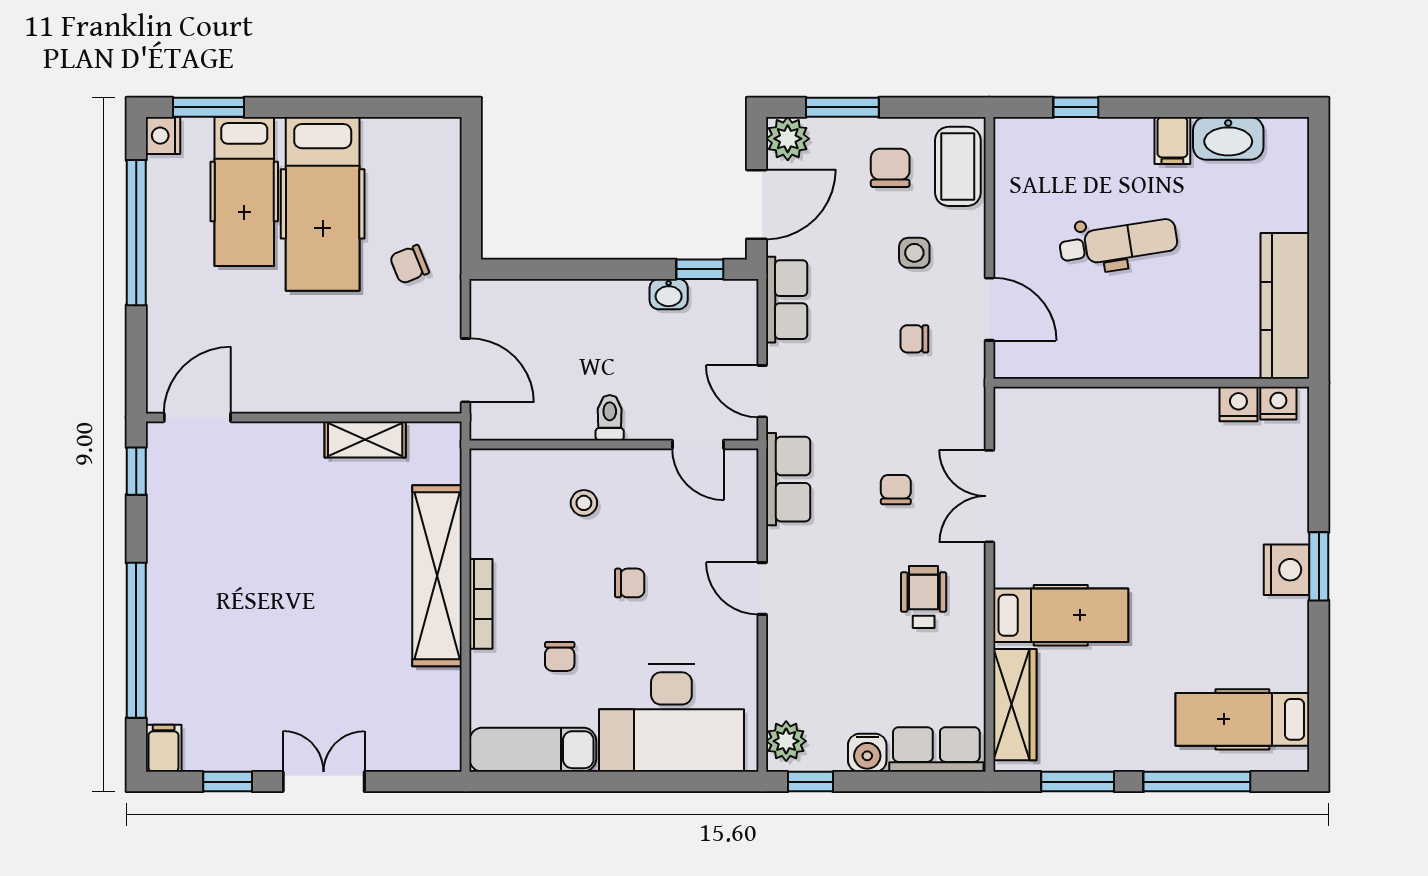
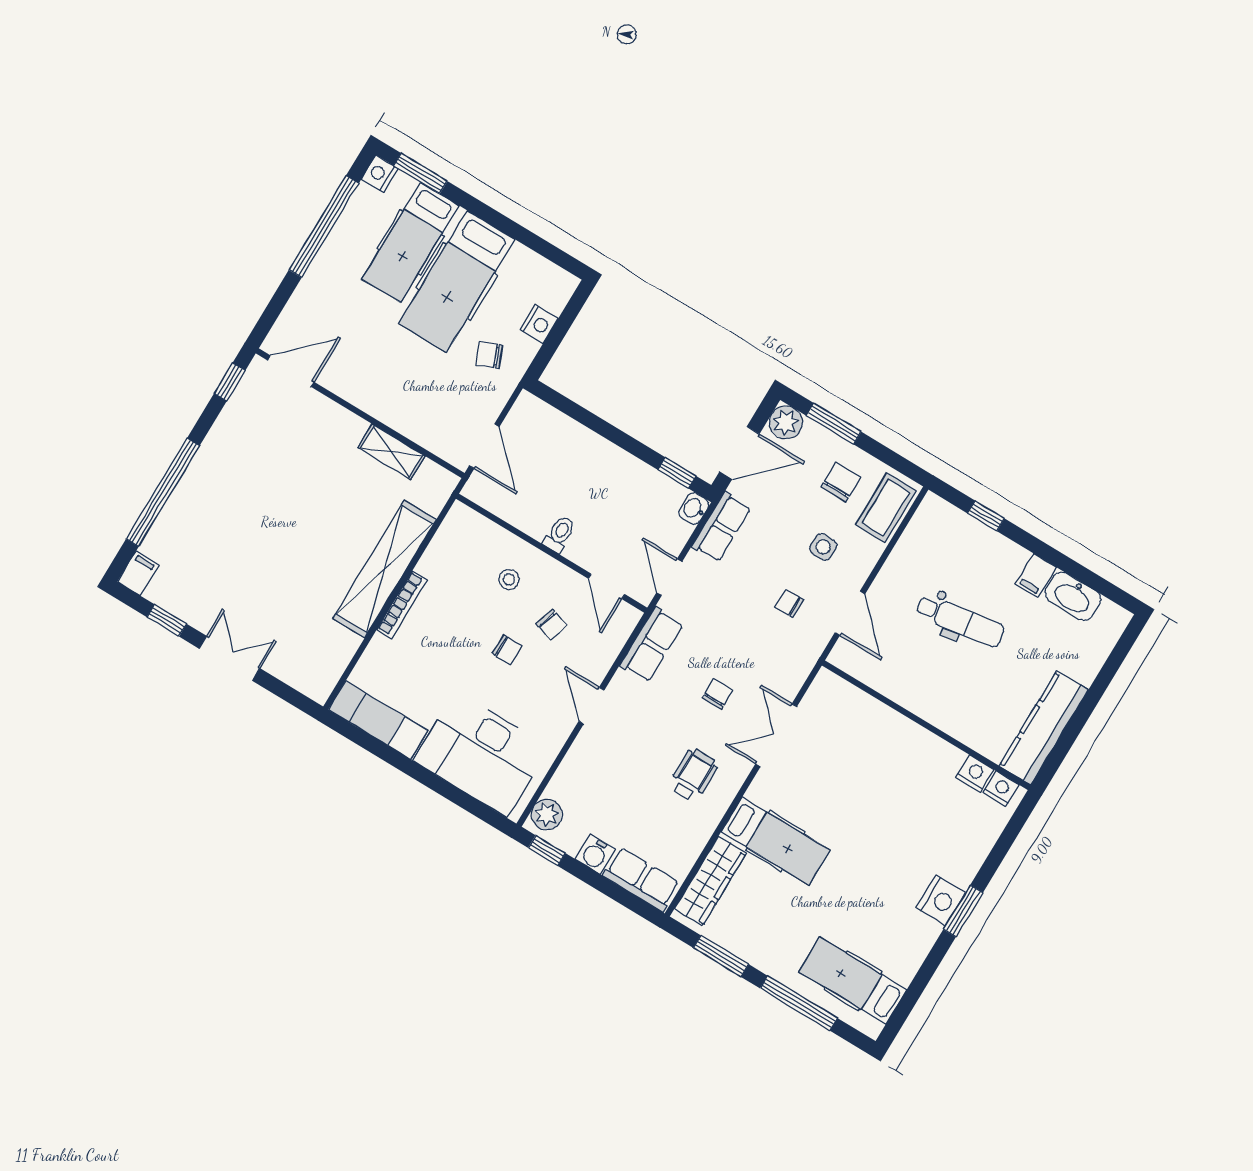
nightstand: (444, 196) -> (539, 324), added
washbasin: (669, 294) -> (694, 509), moved, turned 90
chair: (560, 656) -> (552, 625), moved, turned -73

